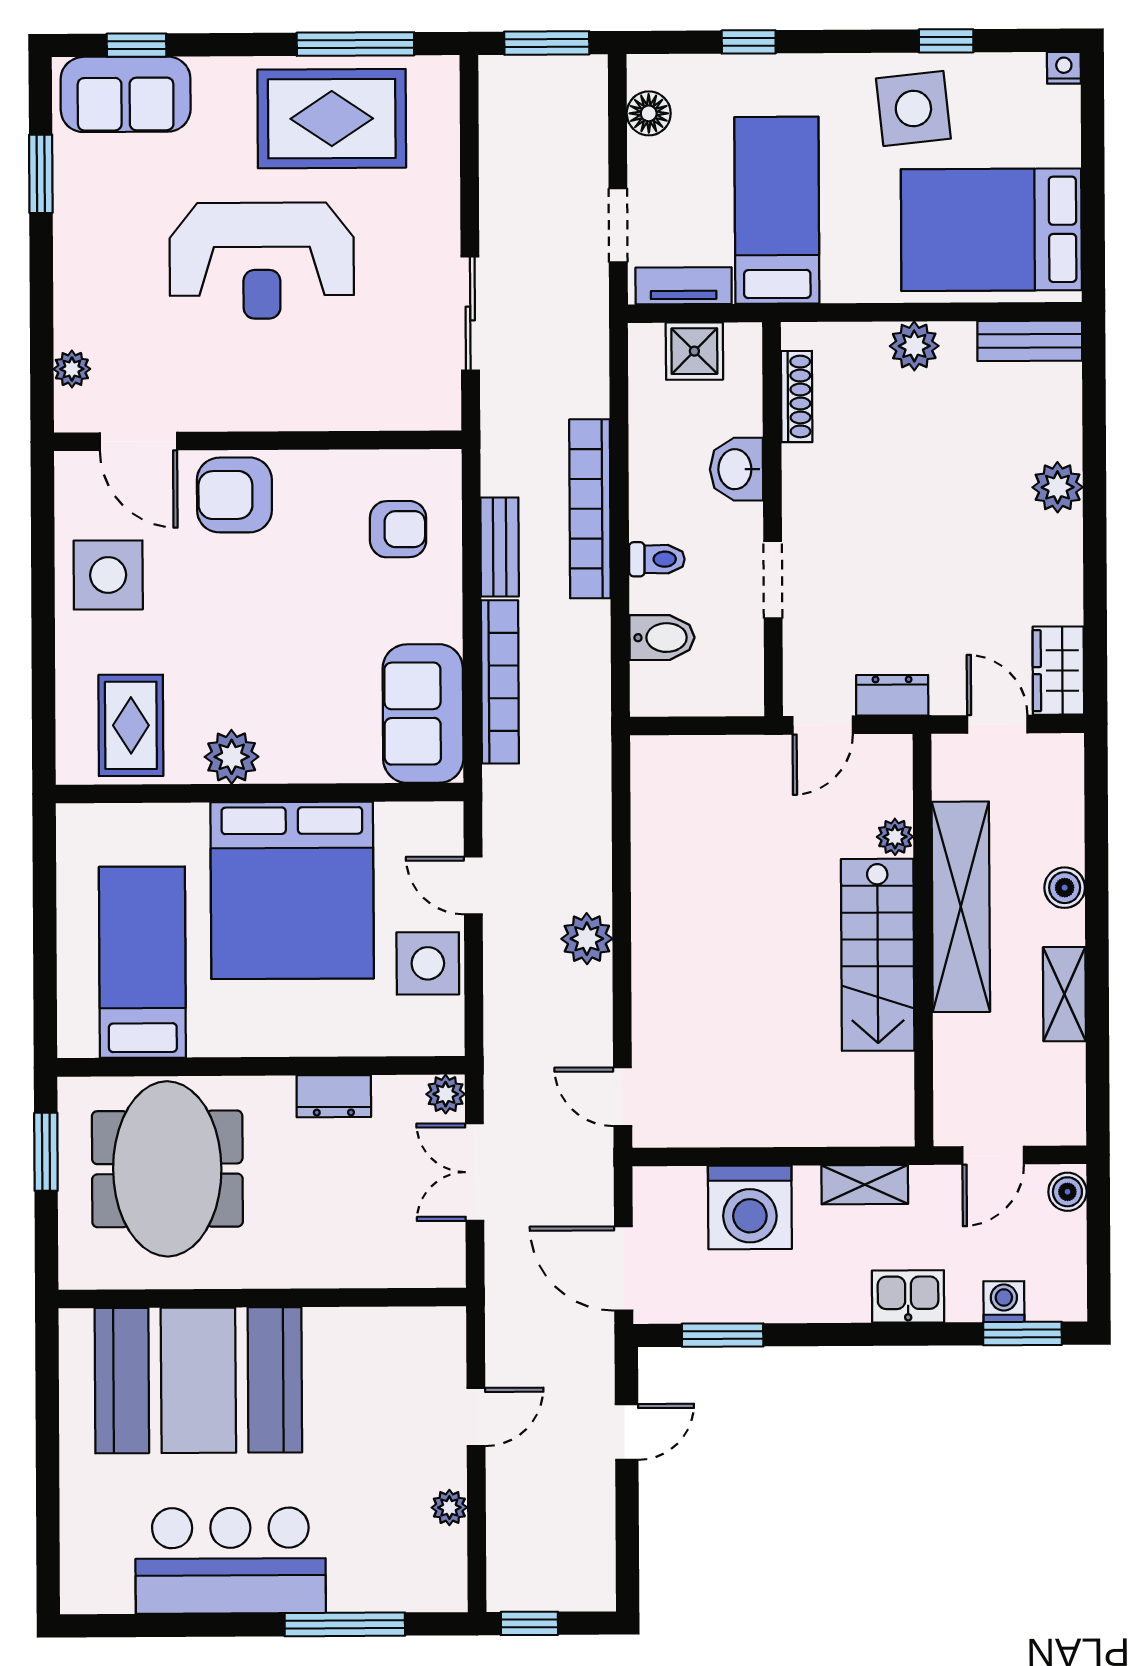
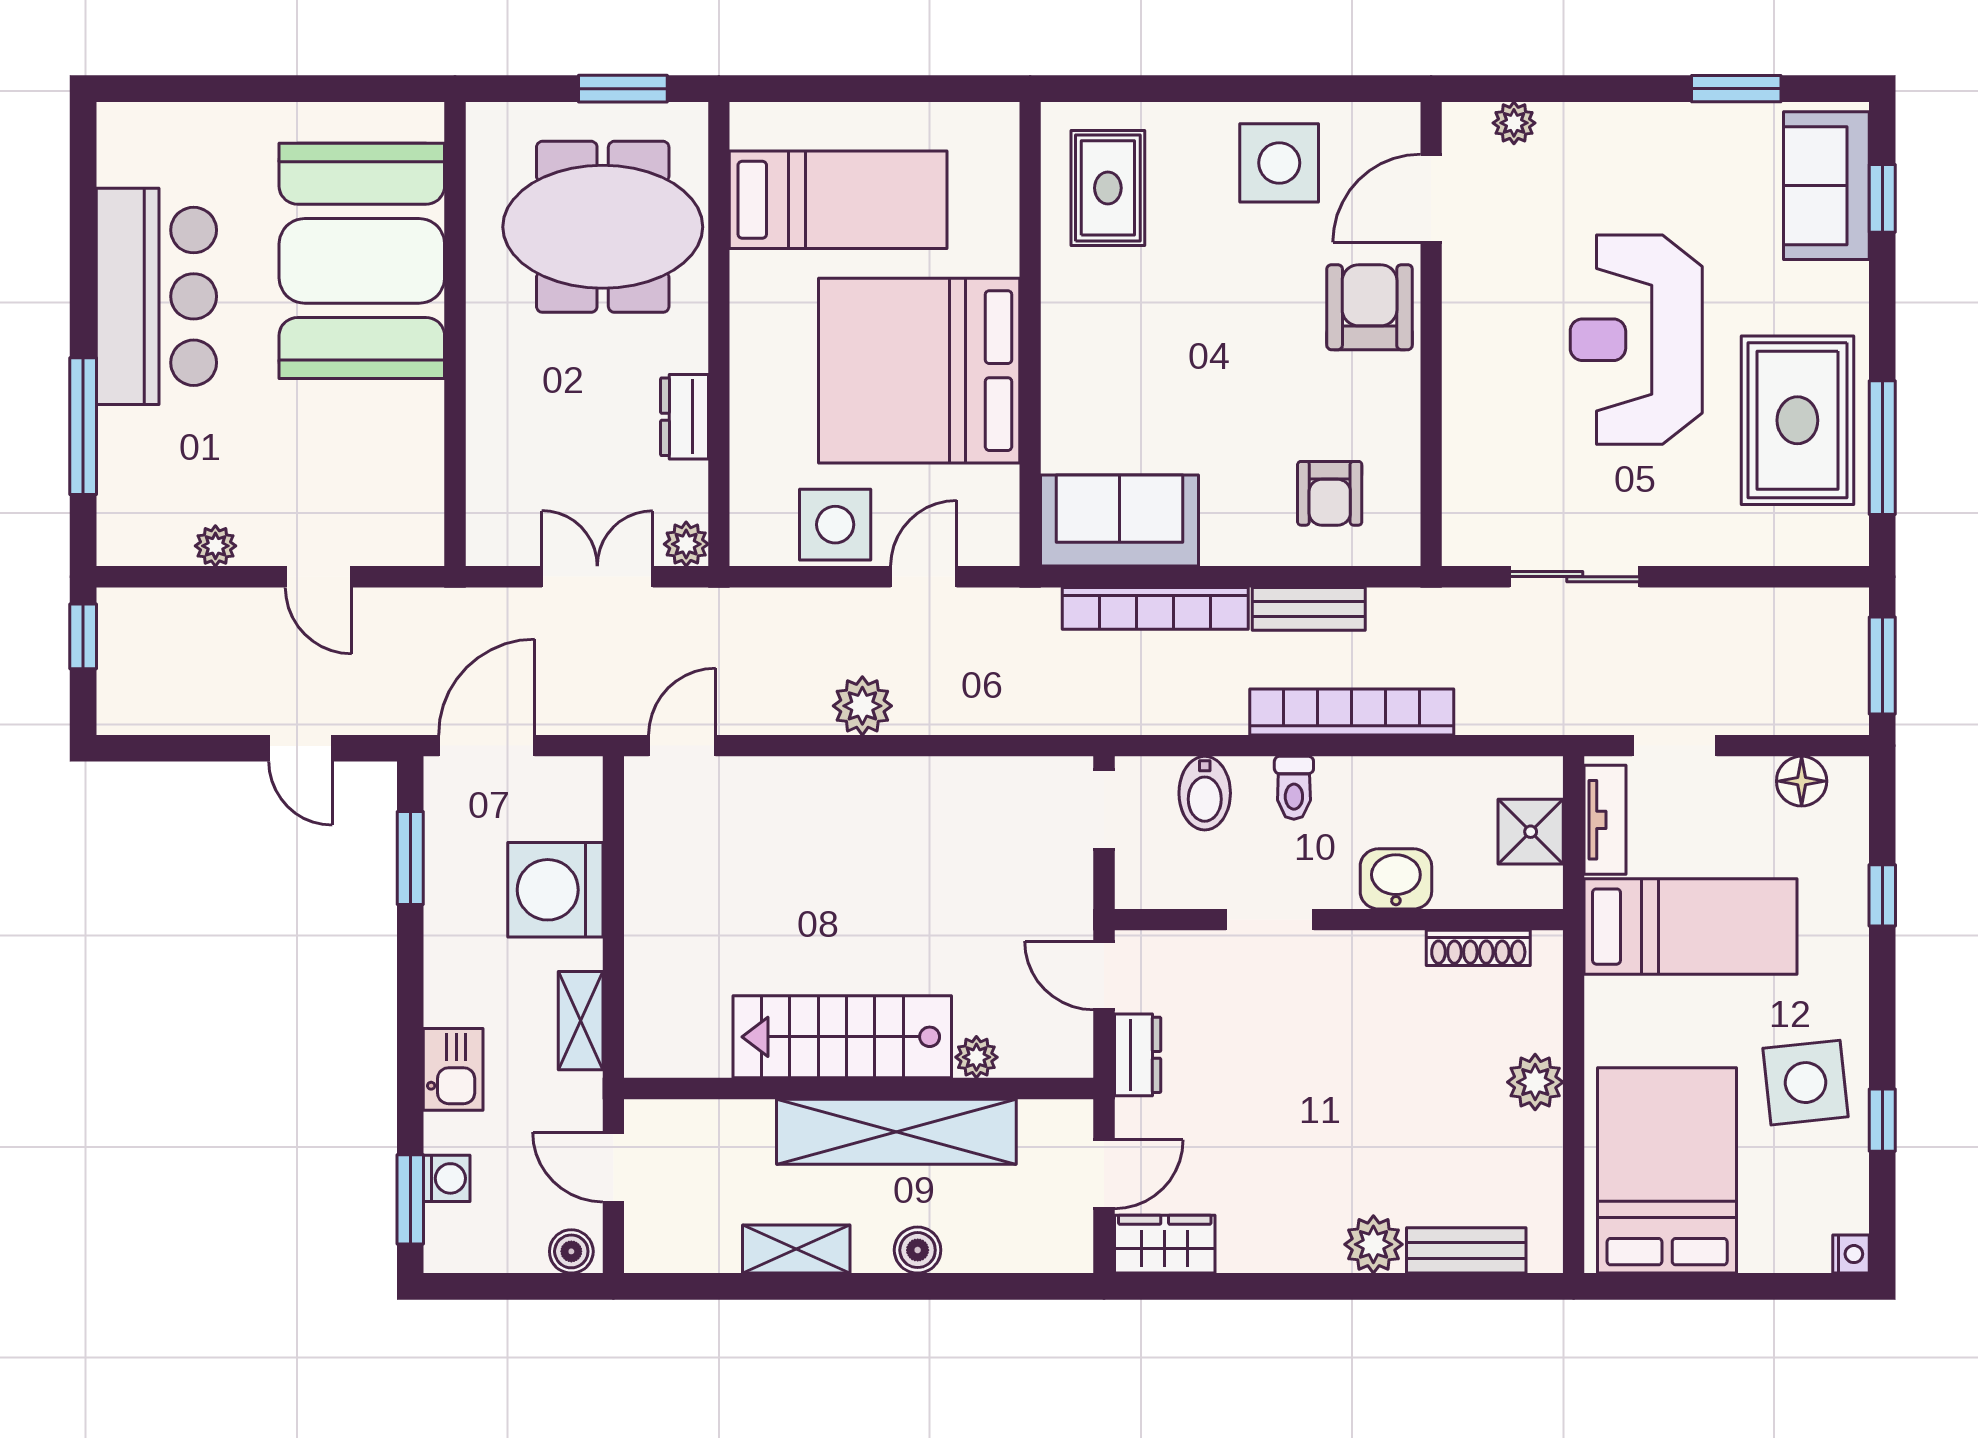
bench: (1030, 341) -> (1466, 1250), moved, turned 90
rug: (131, 725) -> (1108, 188), turned 90
doorway: (677, 726) -> (1104, 810), added
plant: (232, 757) -> (1071, 302), removed

